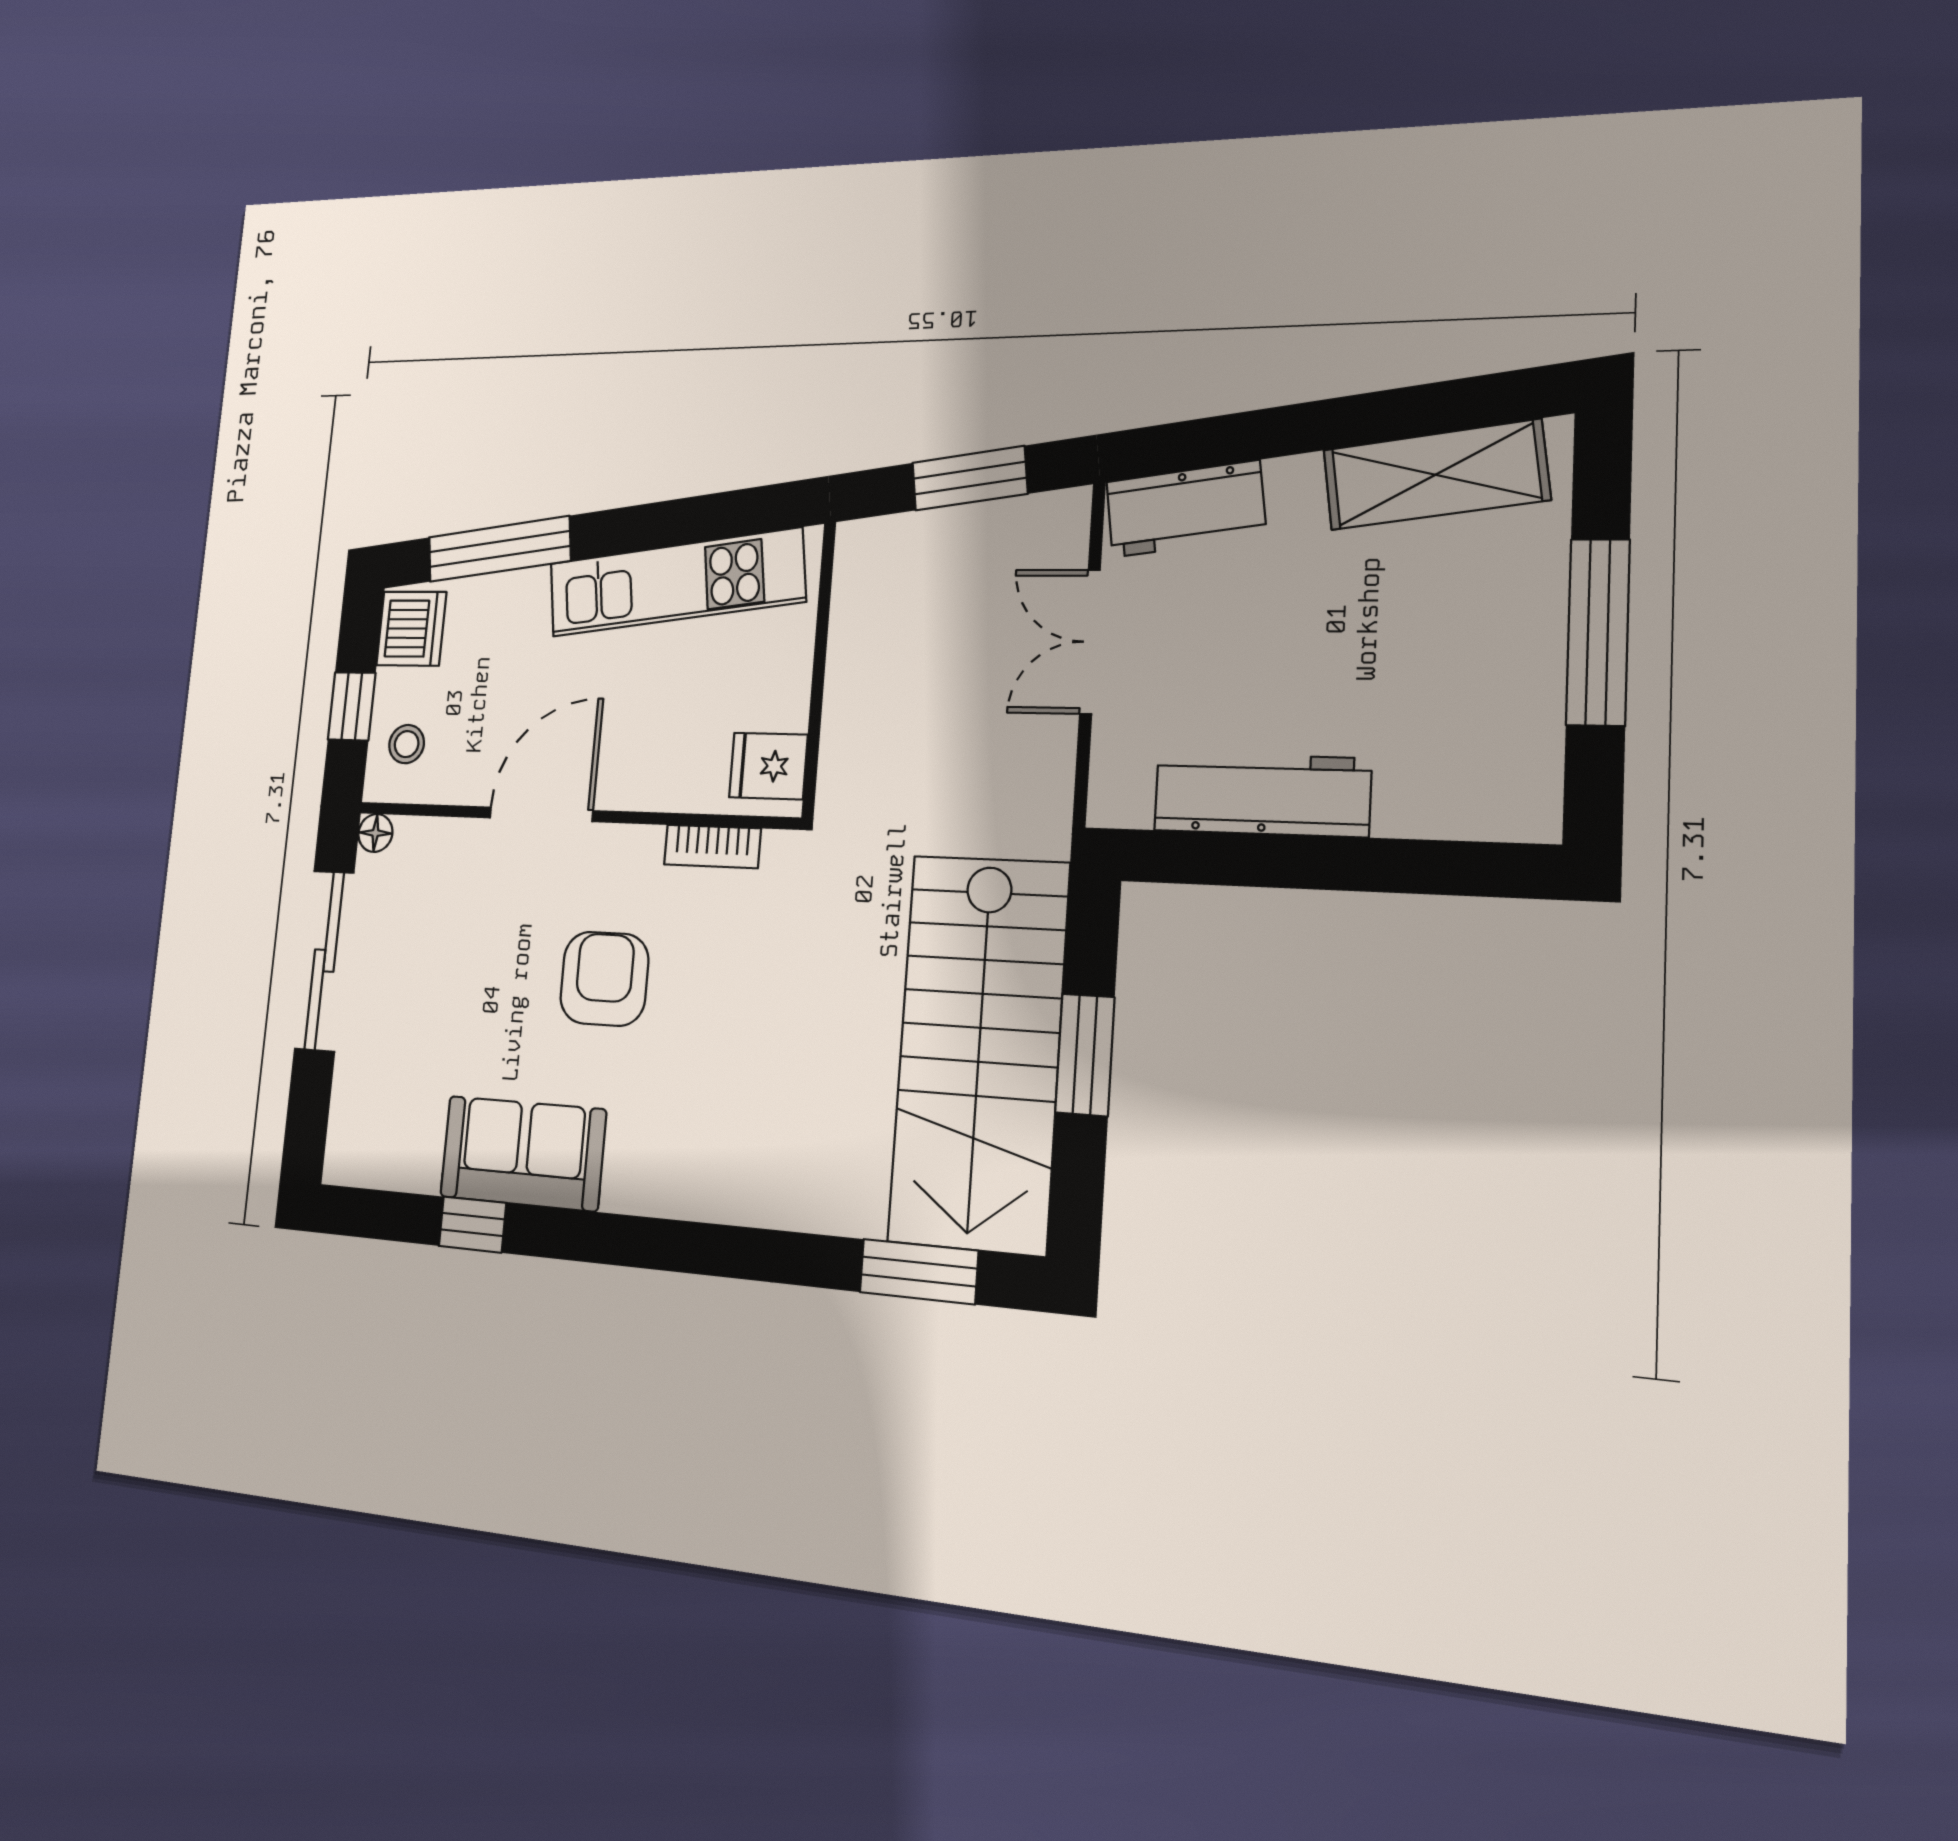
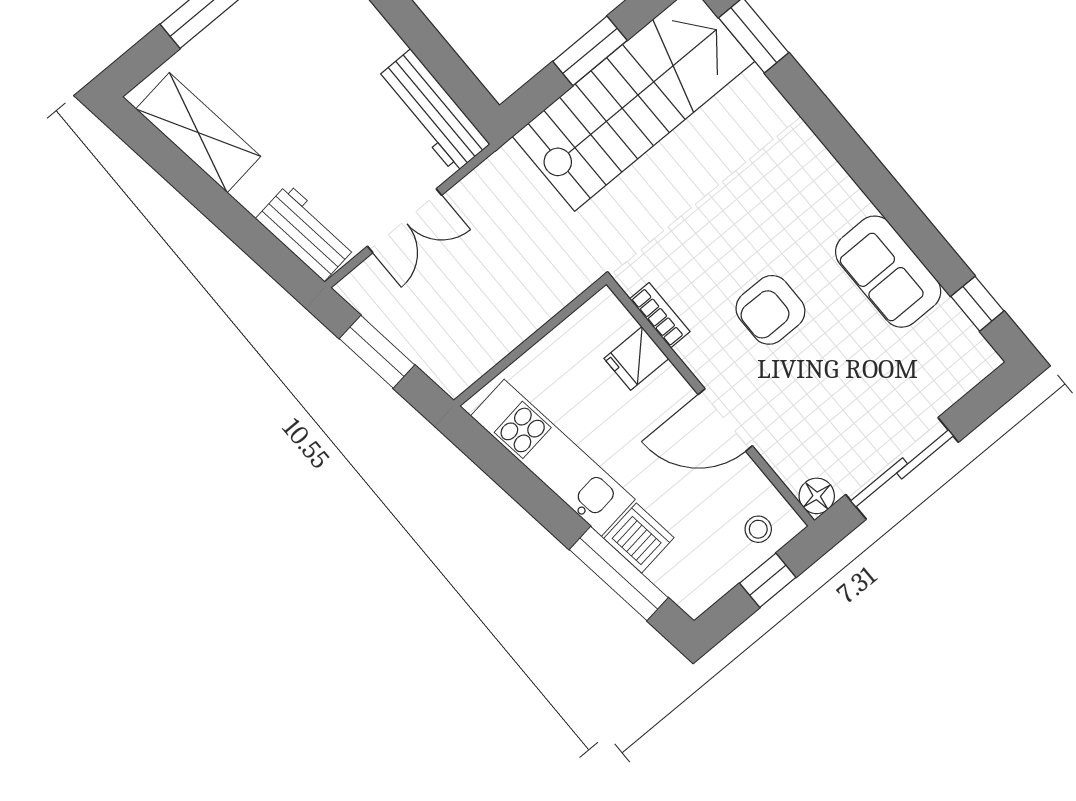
dishwasher: (411, 629) -> (639, 538), moved, turned 82
fridge: (768, 766) -> (636, 358), moved, turned 90
workbench: (1262, 795) -> (433, 111), moved
floor lamp: (375, 833) -> (817, 496), width x1.37, depth x1.37
window: (472, 1224) -> (977, 304), moved

